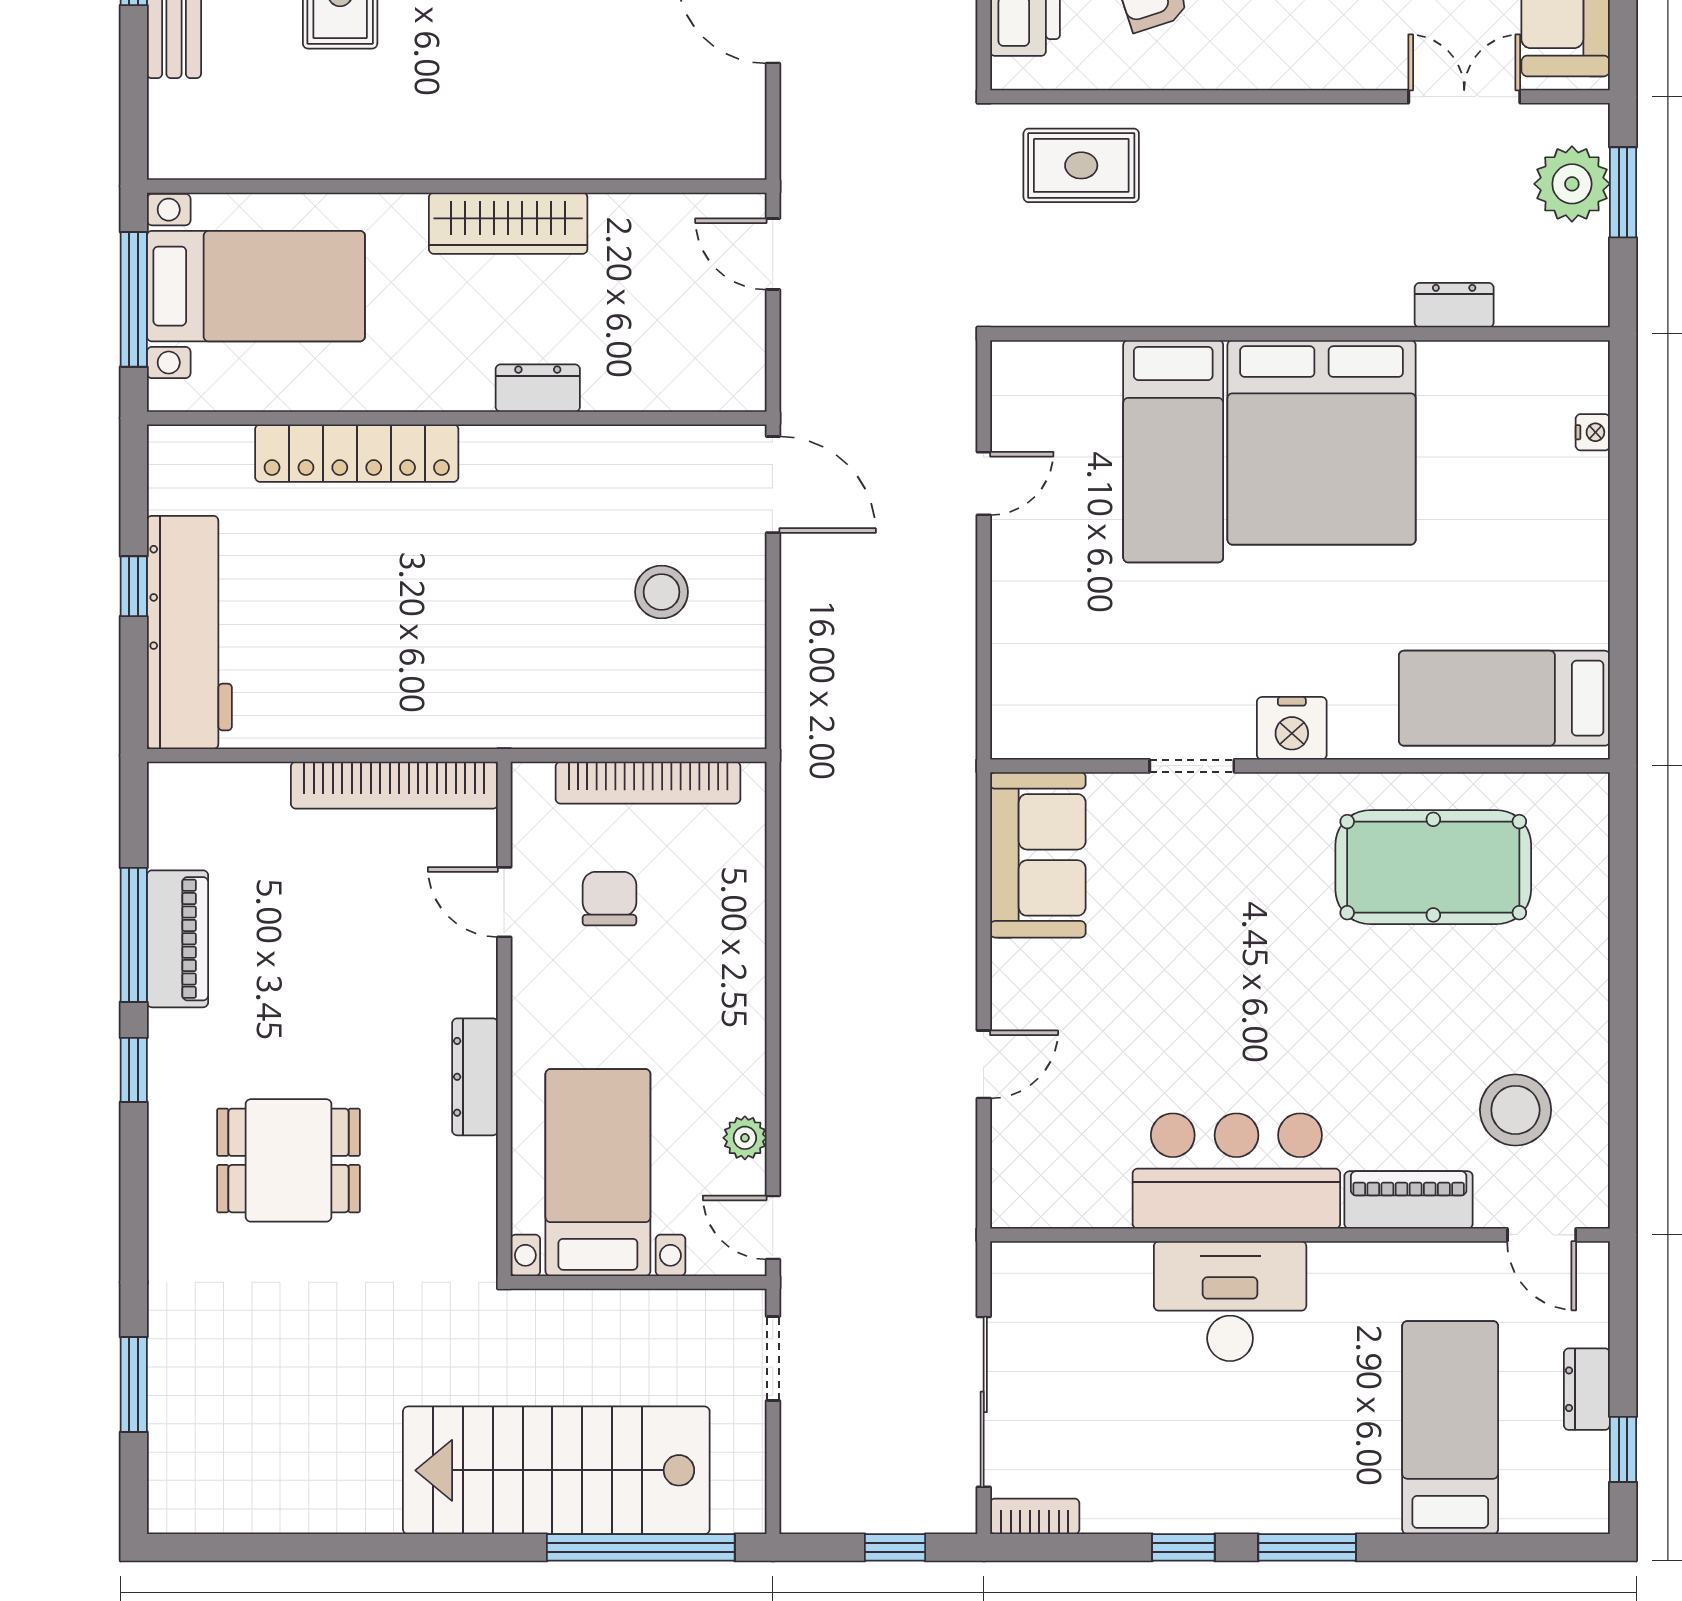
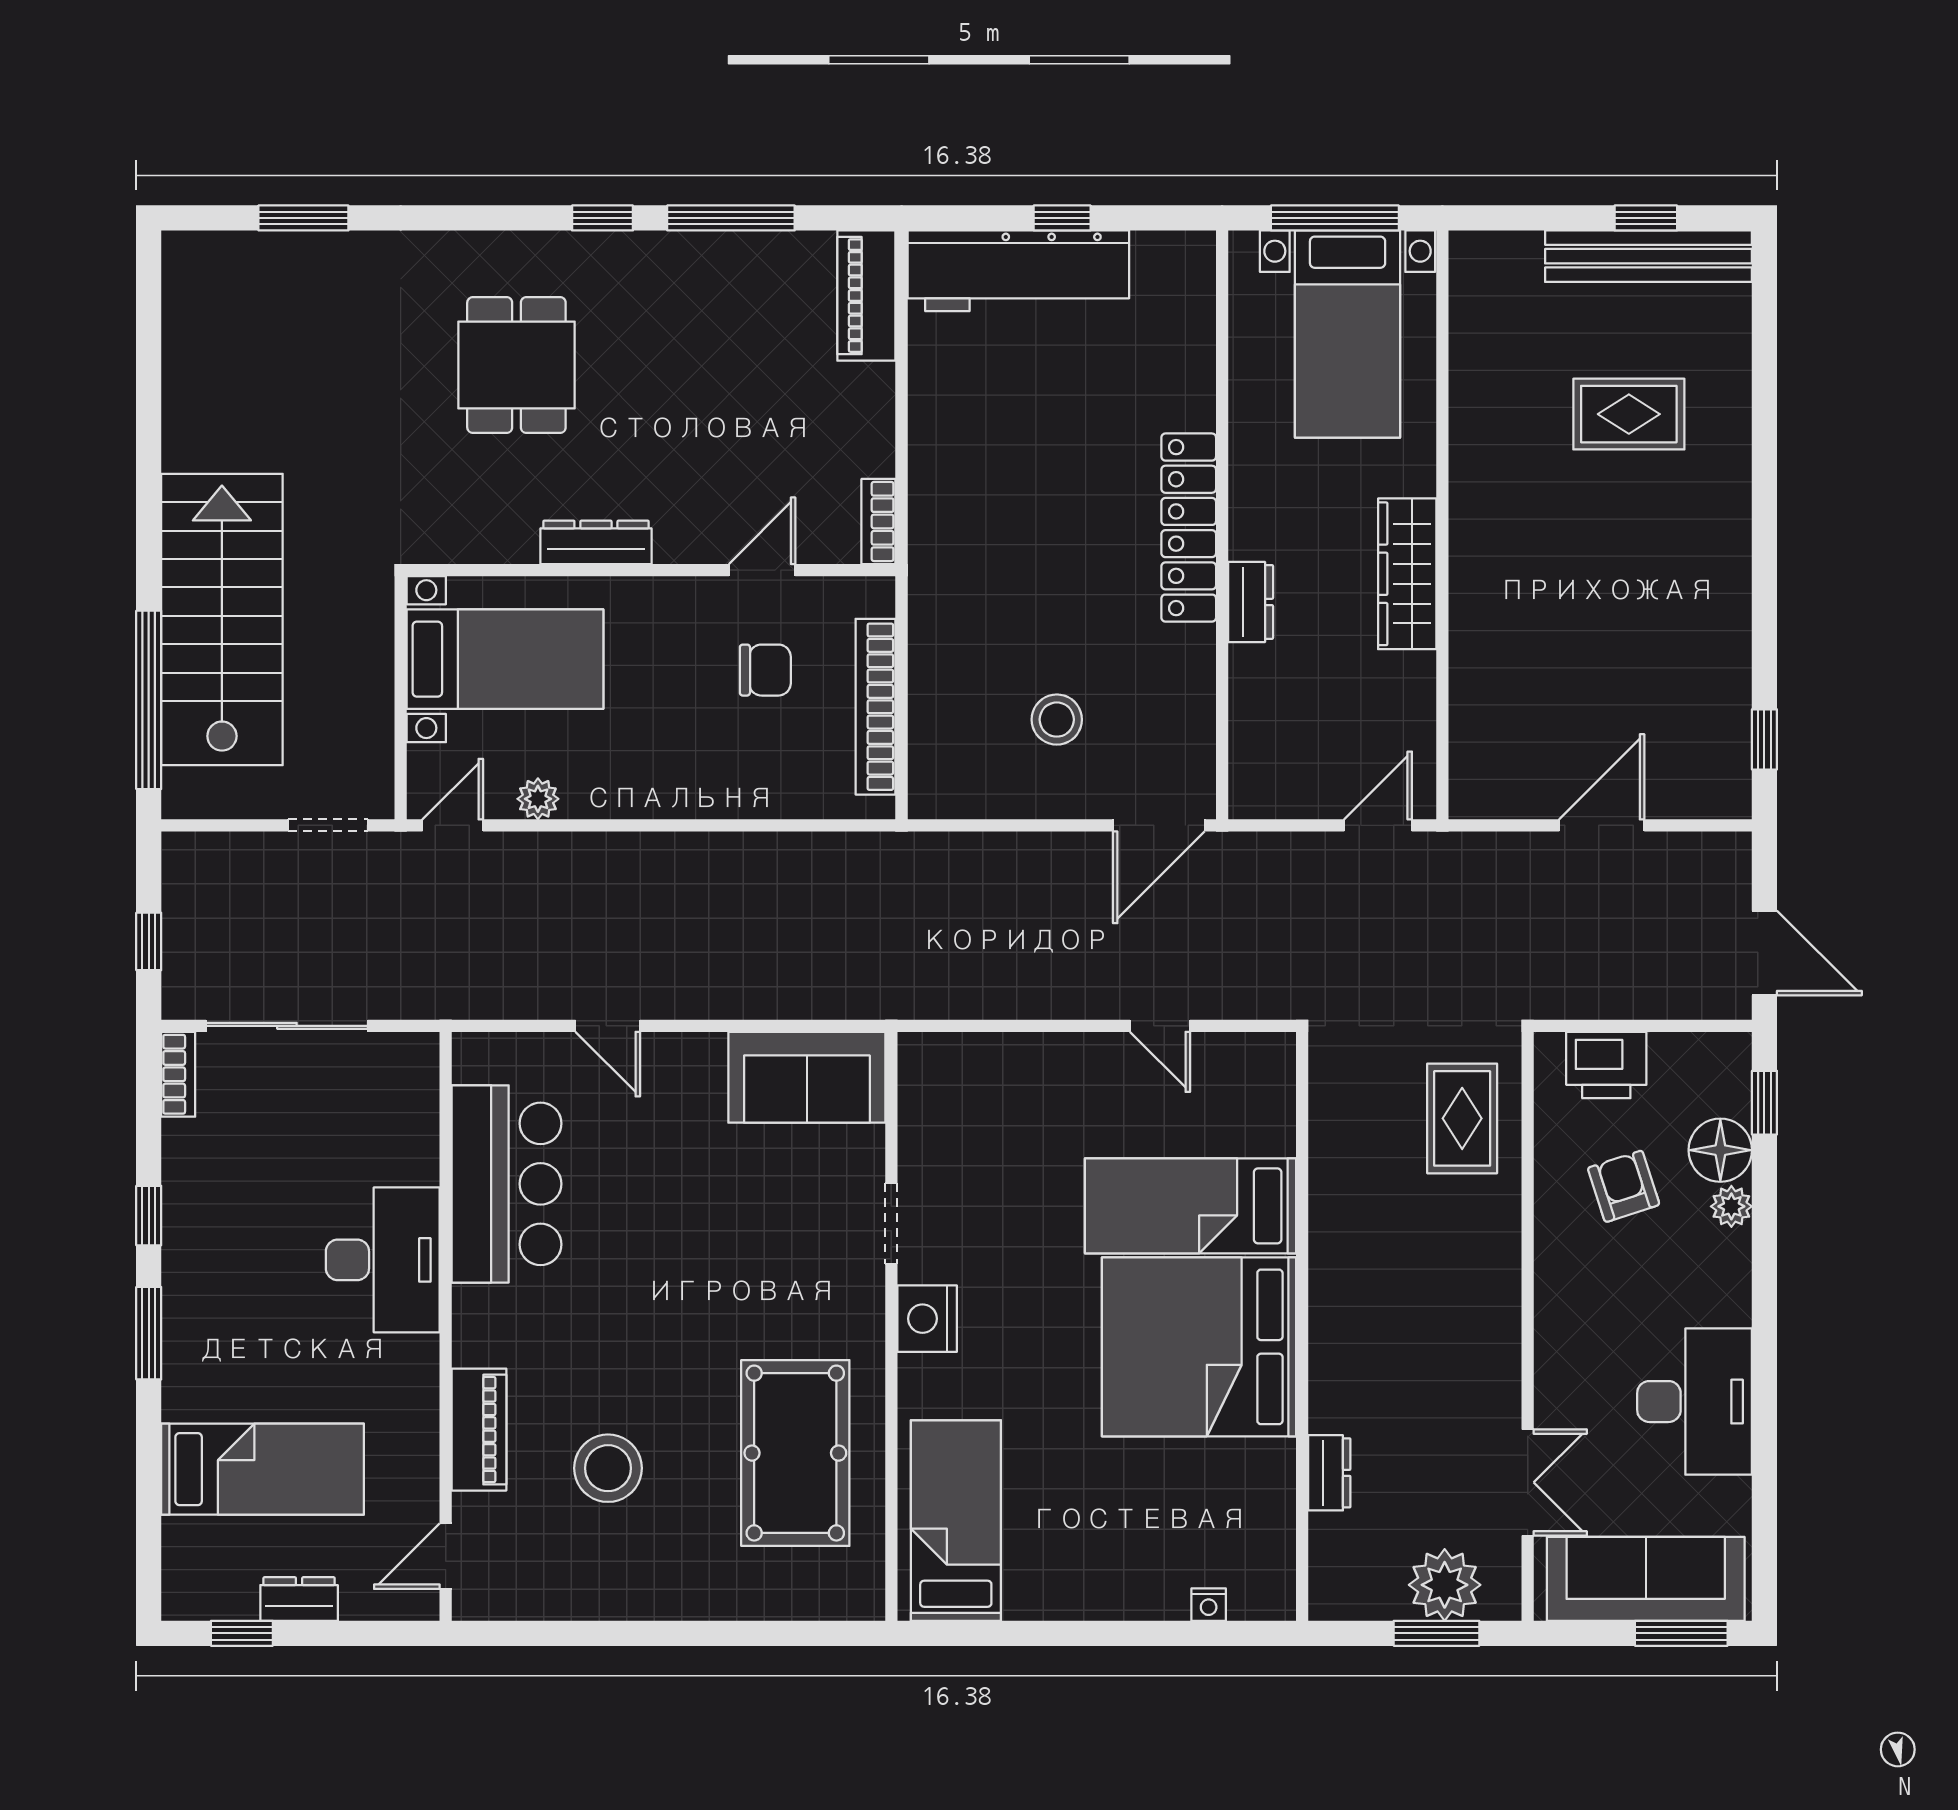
locker: (357, 453) -> (1189, 528), moved
bookcase: (394, 785) -> (878, 521), width x0.43, depth x0.76
piano: (178, 939) -> (866, 296), moved, turned 90
stool: (1515, 1110) -> (608, 1468), moved
bar counter: (1236, 1171) -> (507, 1184), moved

